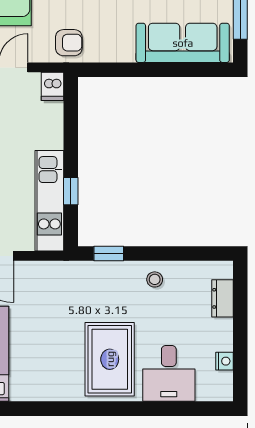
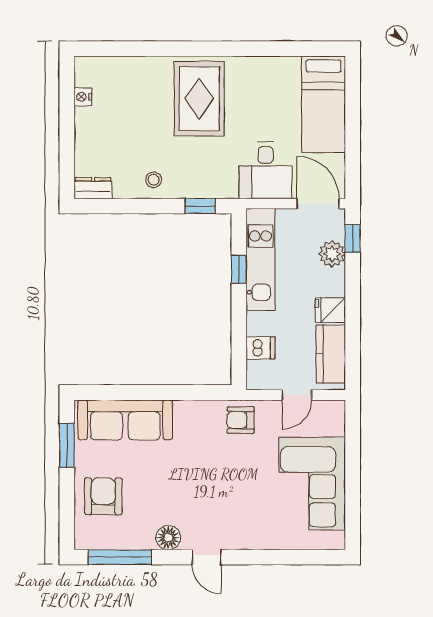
dishwasher: (53, 86) -> (261, 348), moved, turned 90
dresser: (222, 298) -> (93, 188), moved, turned -90
desk: (169, 373) -> (266, 170), moved, turned 180

